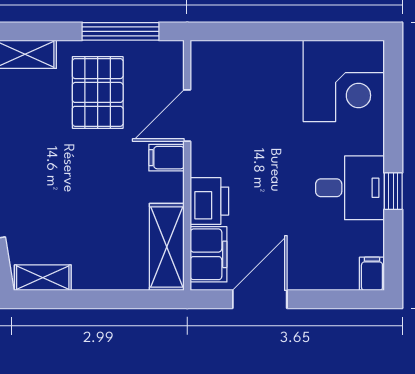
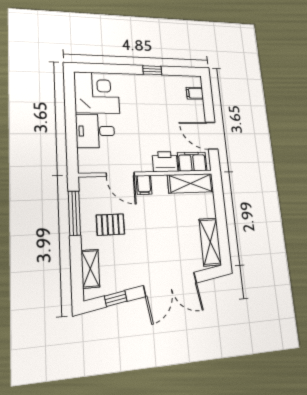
pallet: (98, 92) -> (110, 225), width x0.67, depth x0.71
desk: (350, 188) -> (95, 131), moved, turned -90
filing cabinet: (372, 274) -> (195, 93), moved
shelving: (43, 278) -> (210, 242), width x1.50, depth x1.33

